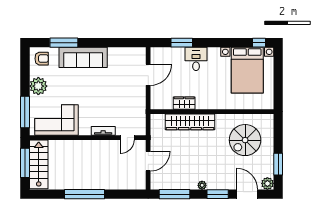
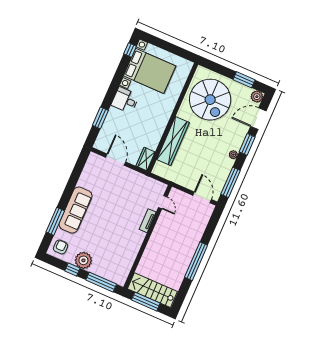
desk: (196, 59) -> (125, 100), moved
window: (25, 79) -> (72, 270), added
wardrobe: (184, 103) -> (146, 159), moved
corner sofa: (56, 120) -> (120, 257), removed
spiral stairs: (245, 140) -> (210, 100), width x1.37, depth x1.37
door: (148, 161) -> (202, 197), moved

